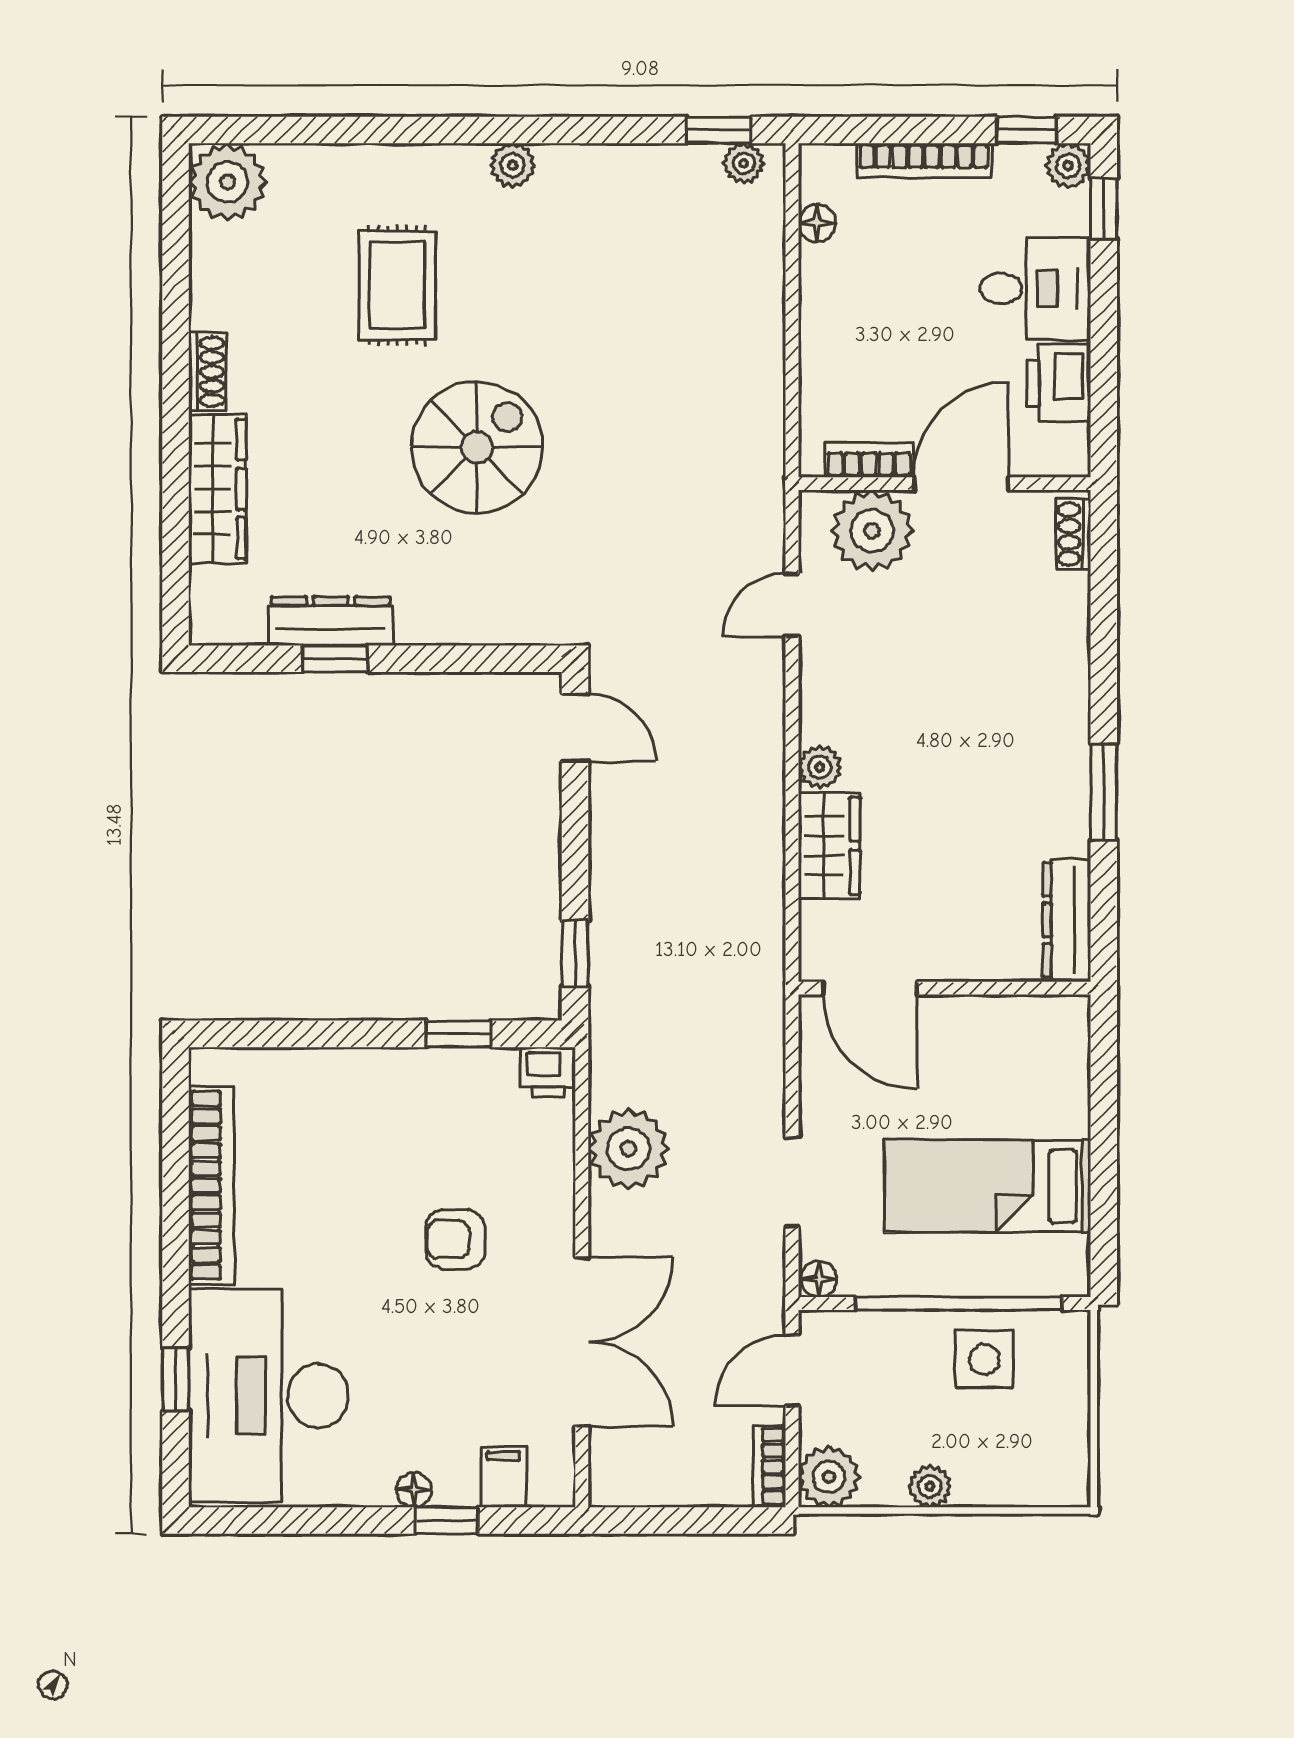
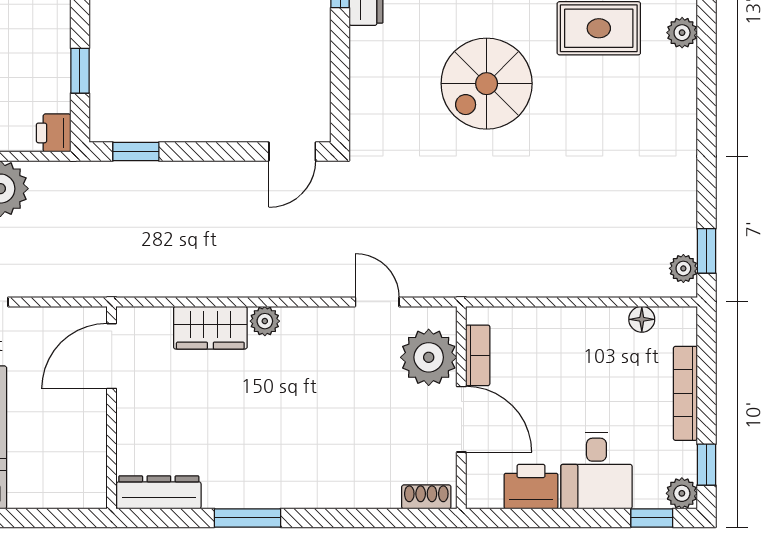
plant: (513, 165) -> (682, 33), moved
spiral stairs: (477, 447) -> (487, 84), turned 90

